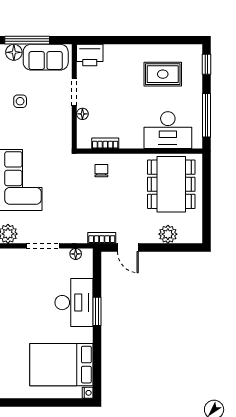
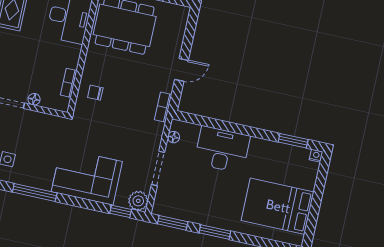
plant: (168, 234) -> (174, 40), removed
door: (128, 247) -> (181, 70), moved
window: (97, 311) -> (293, 141), moved
bed: (61, 365) -> (278, 206), moved, turned 90

